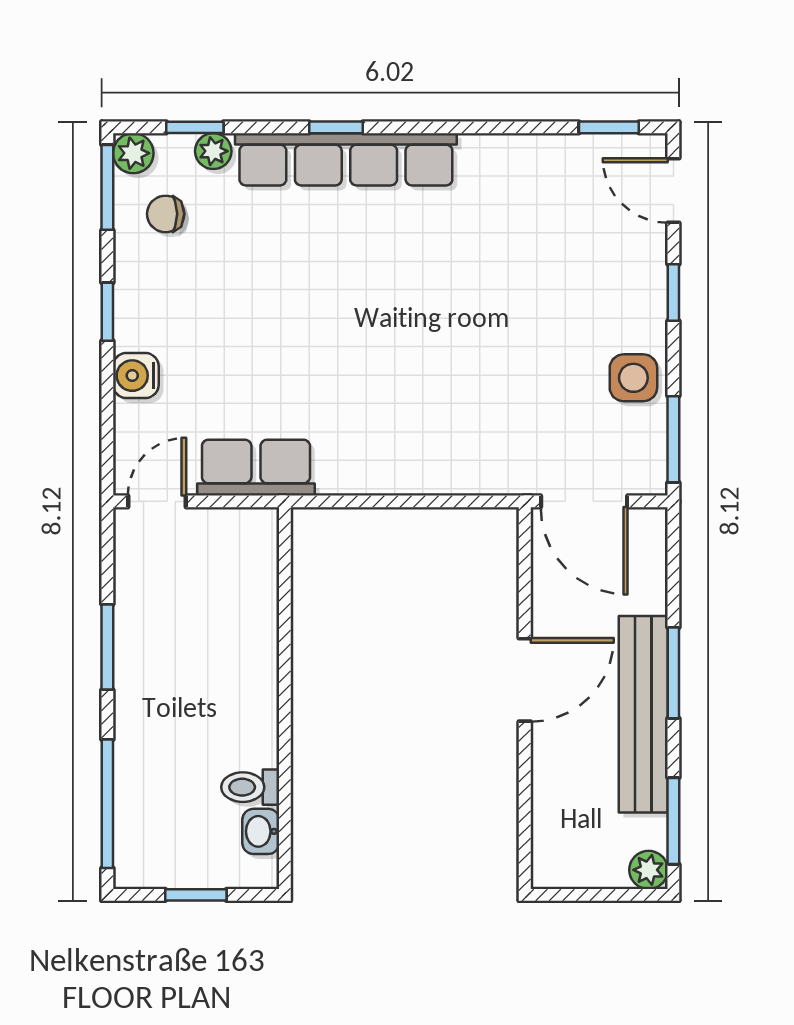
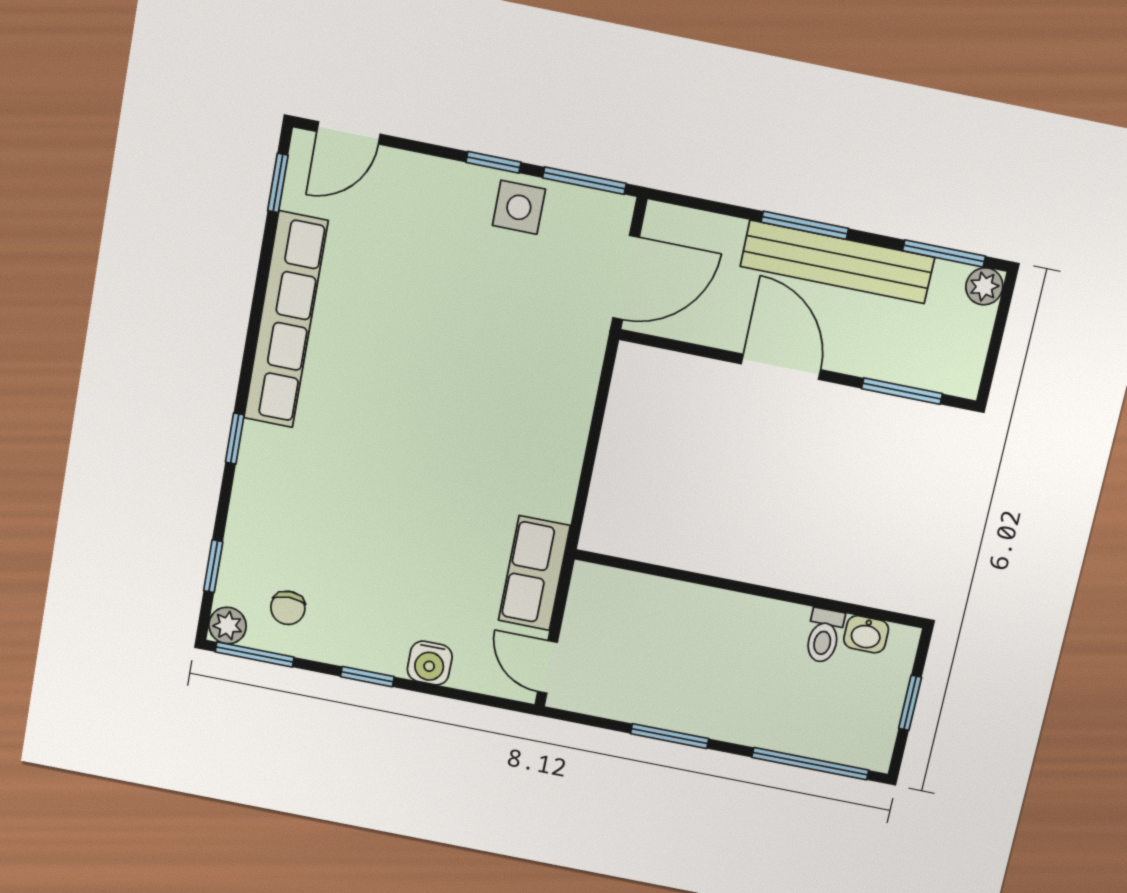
plant: (213, 151) -> (238, 554), removed
row of seats: (346, 159) -> (286, 320), moved
window: (673, 293) -> (493, 162), moved
window: (525, 810) -> (902, 391), added

